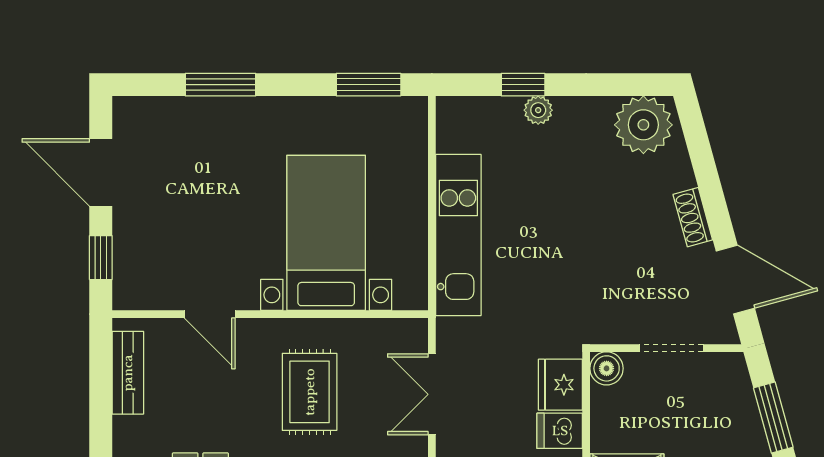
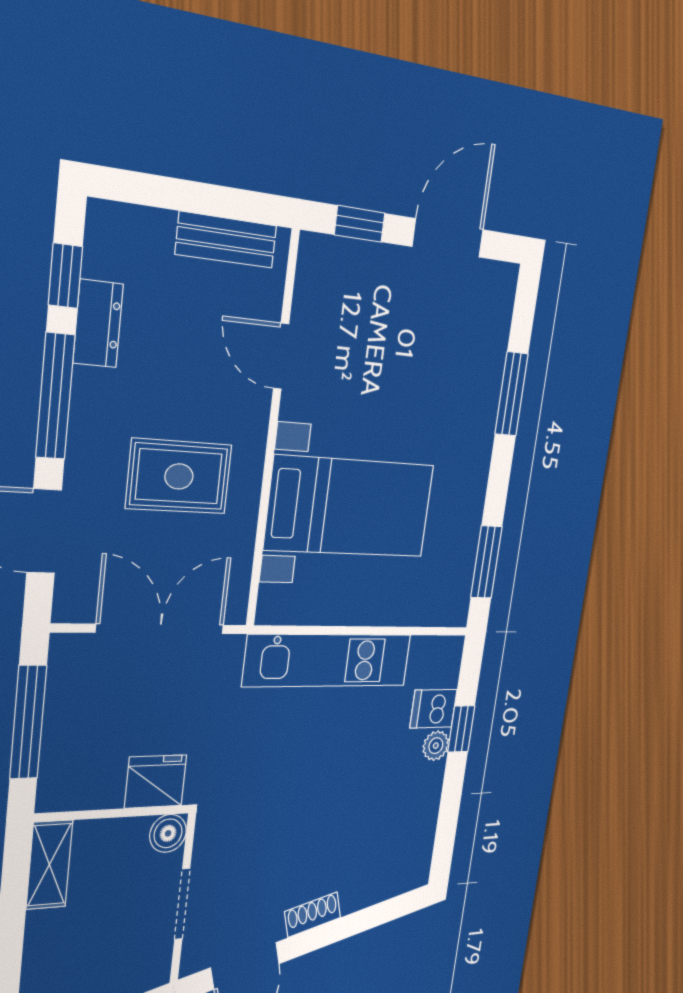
plant: (643, 125) -> (407, 856), removed
door: (210, 314) -> (281, 356), hinge flipped
double door: (432, 394) -> (160, 629), width x1.37
dishwasher: (560, 431) -> (433, 709), moved, turned -90

